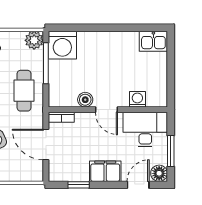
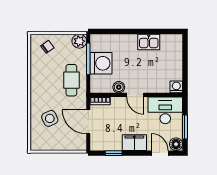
kitchen sink: (153, 41) -> (149, 42), moved
washing machine: (62, 45) -> (101, 63), moved, turned -90
washing machine: (137, 99) -> (176, 87), moved
door: (138, 185) -> (160, 153), hinge flipped

